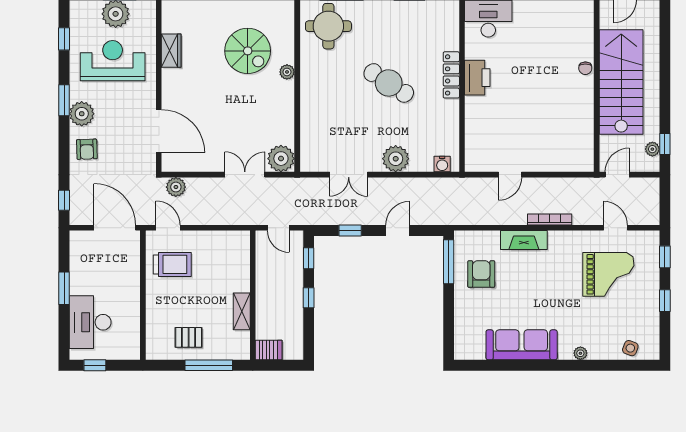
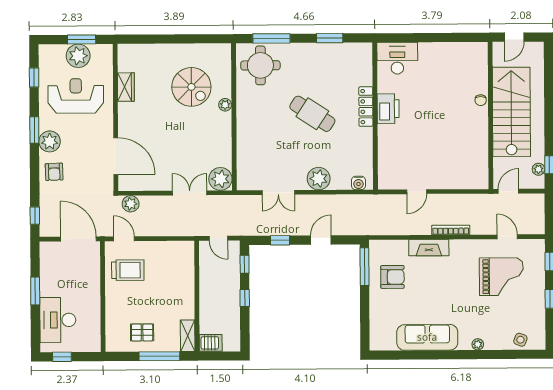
armchair: (481, 274) -> (392, 277), turned 90
shelving: (242, 311) -> (188, 336), moved

